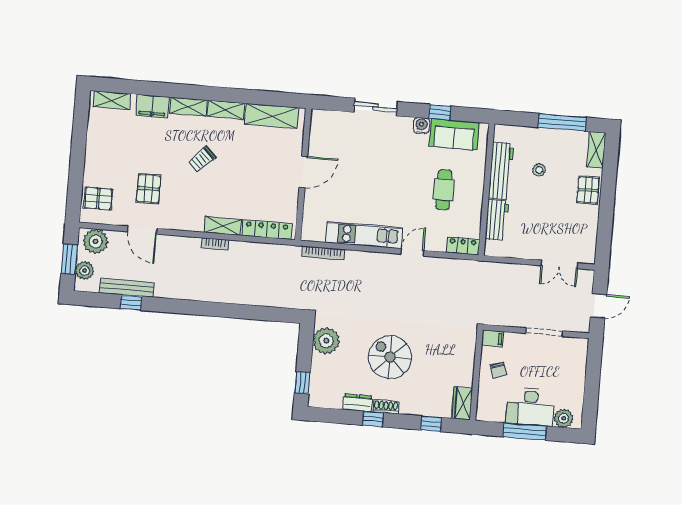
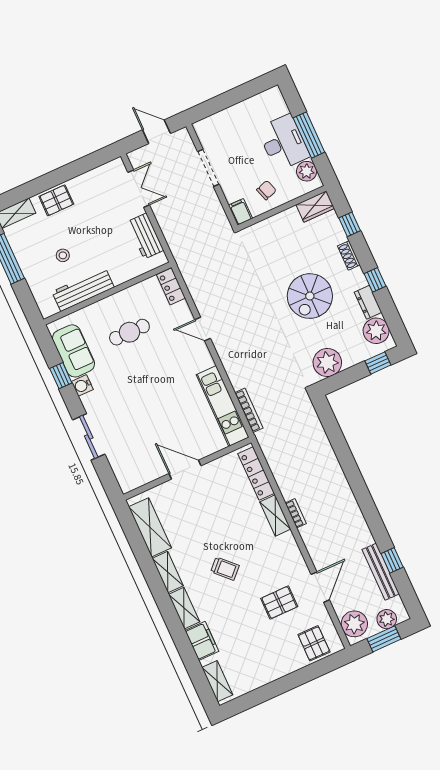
workbench: (497, 220) -> (145, 236), moved, turned -90
kitchen unit: (364, 235) -> (223, 406), moved
plant: (330, 396) -> (376, 331), added
shoe rack: (386, 407) -> (349, 255), moved
plant: (564, 418) -> (307, 171), moved

